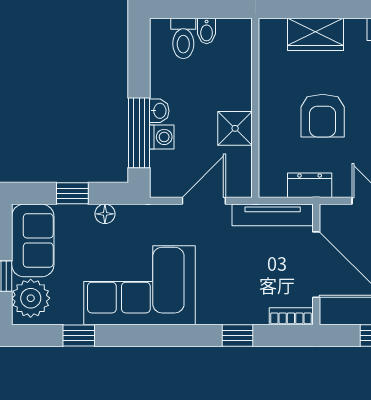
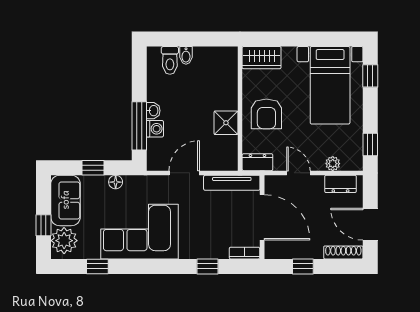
wall: (255, 108) -> (240, 109), moved
shower: (235, 128) -> (226, 123), moved

